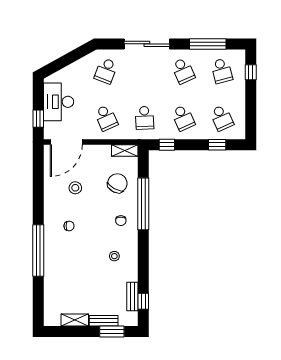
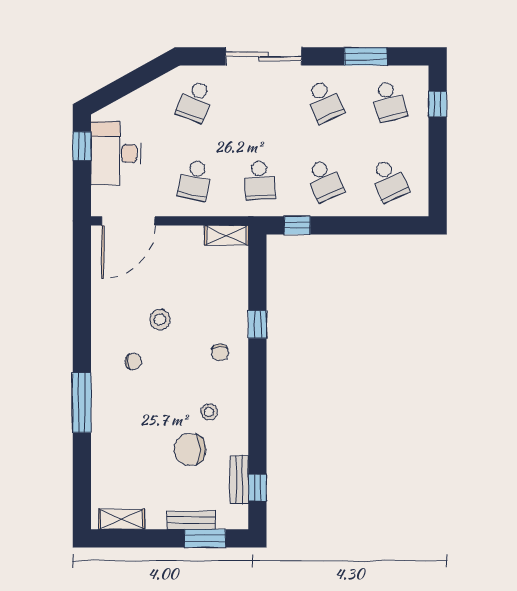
window: (208, 44) -> (366, 56), width x0.69
school desk: (106, 118) -> (195, 180), turned 36
window: (38, 119) -> (82, 146), moved
window: (217, 145) -> (381, 225), removed
chair: (117, 183) -> (190, 449), moved, turned -118
stool: (75, 188) -> (160, 320), moved
window: (143, 204) -> (257, 324), width x0.32
window: (38, 251) -> (82, 403), width x0.68
shelving: (75, 320) -> (122, 519), moved

